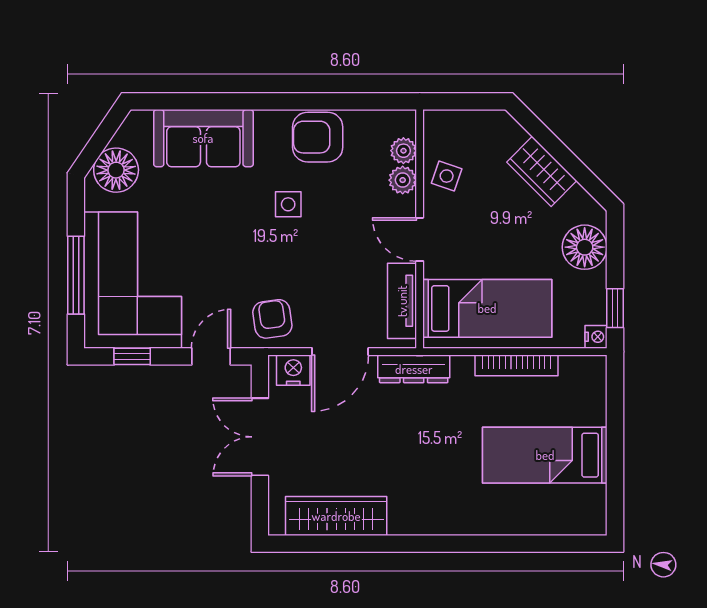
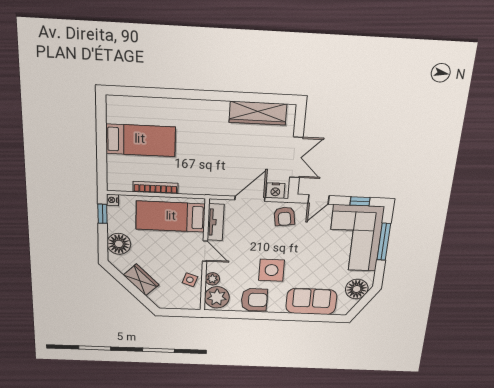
plant: (403, 151) -> (217, 297), width x1.88, depth x1.88
side table: (288, 204) -> (272, 270), width x1.87, depth x1.87
dresser: (414, 369) -> (211, 188), removed

